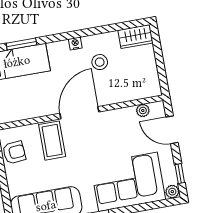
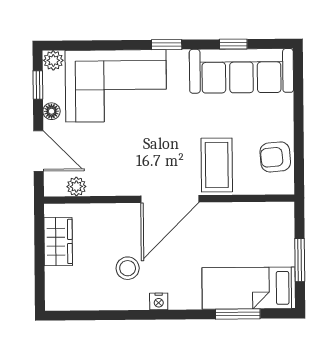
wardrobe: (136, 37) -> (58, 242), moved, turned 90
floor lamp: (168, 158) -> (52, 111), added

